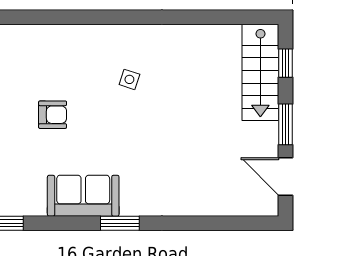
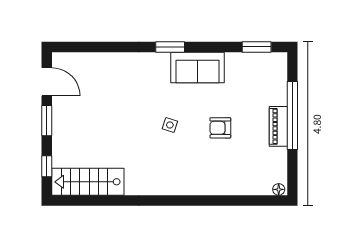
stairs: (260, 72) -> (88, 182), moved, turned -90
side table: (129, 79) -> (170, 125), moved

